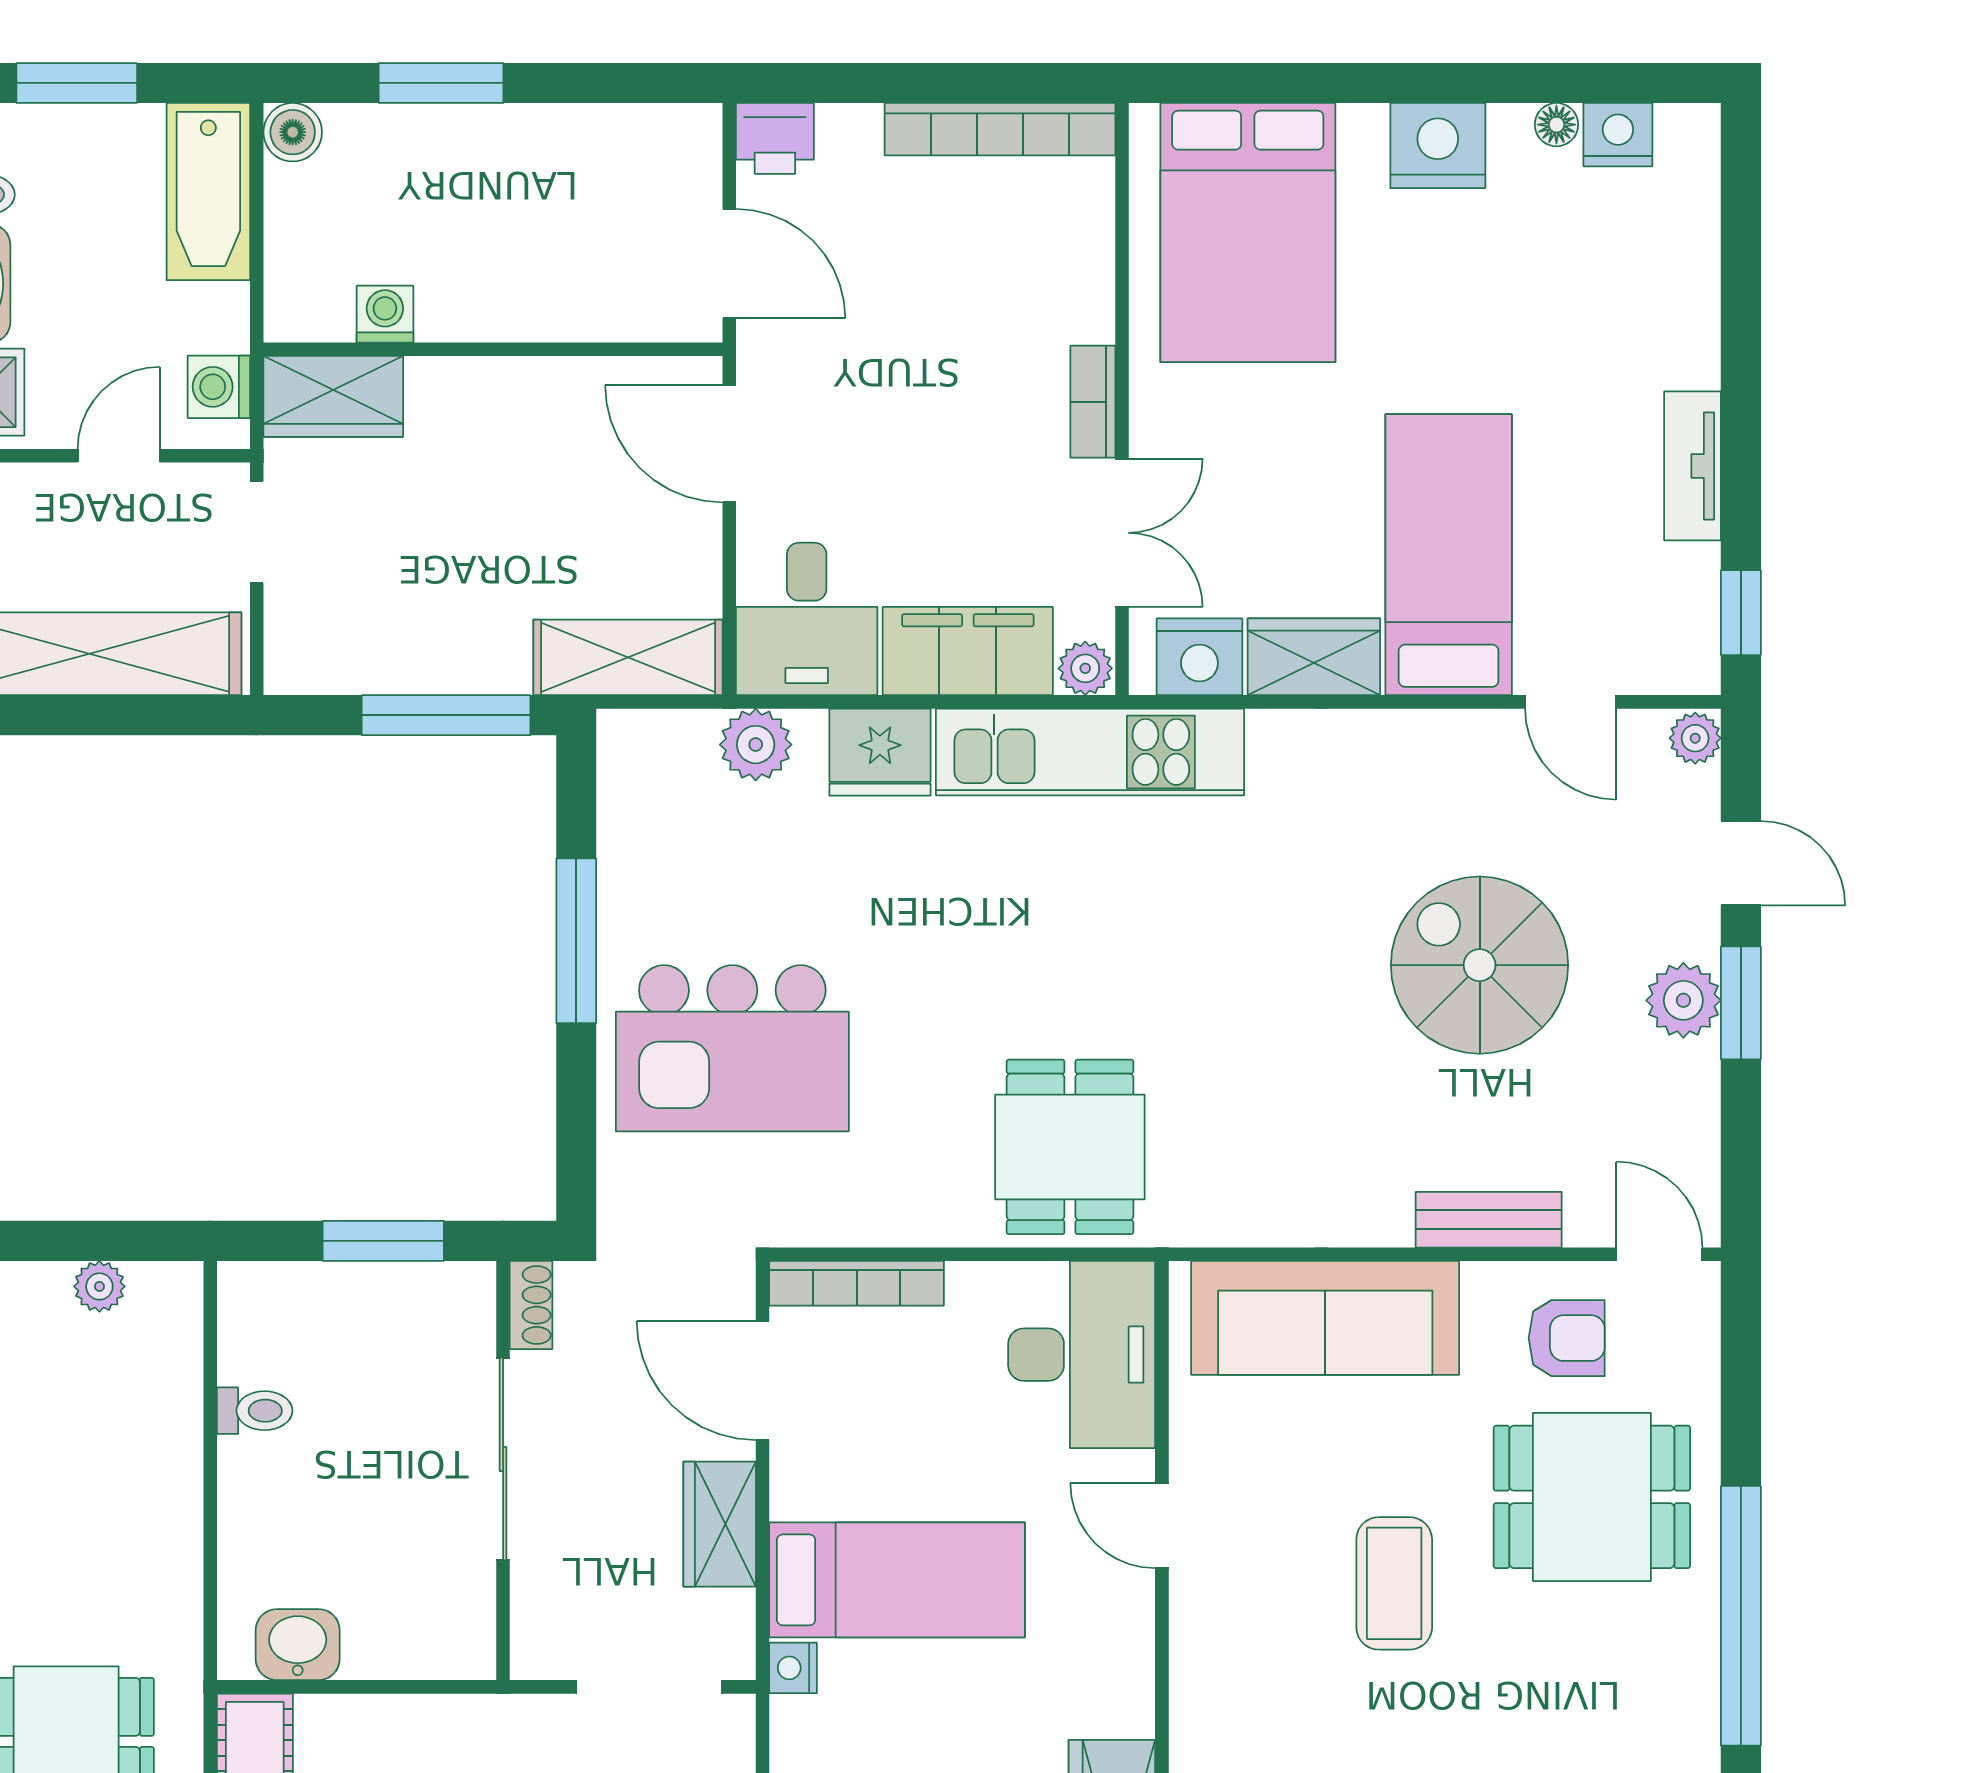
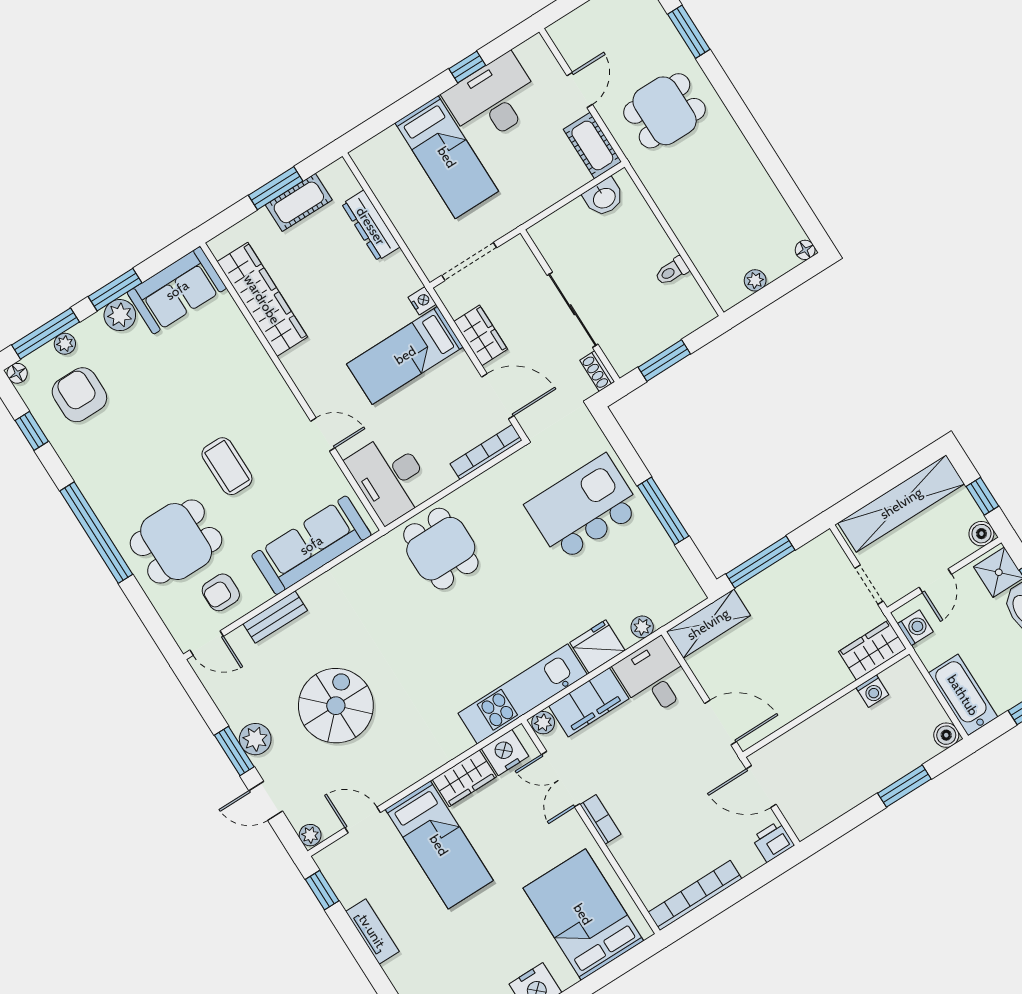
plant: (756, 745) -> (642, 627), width x0.73, depth x0.73
spiral stairs: (1480, 965) -> (336, 706), turned -90

